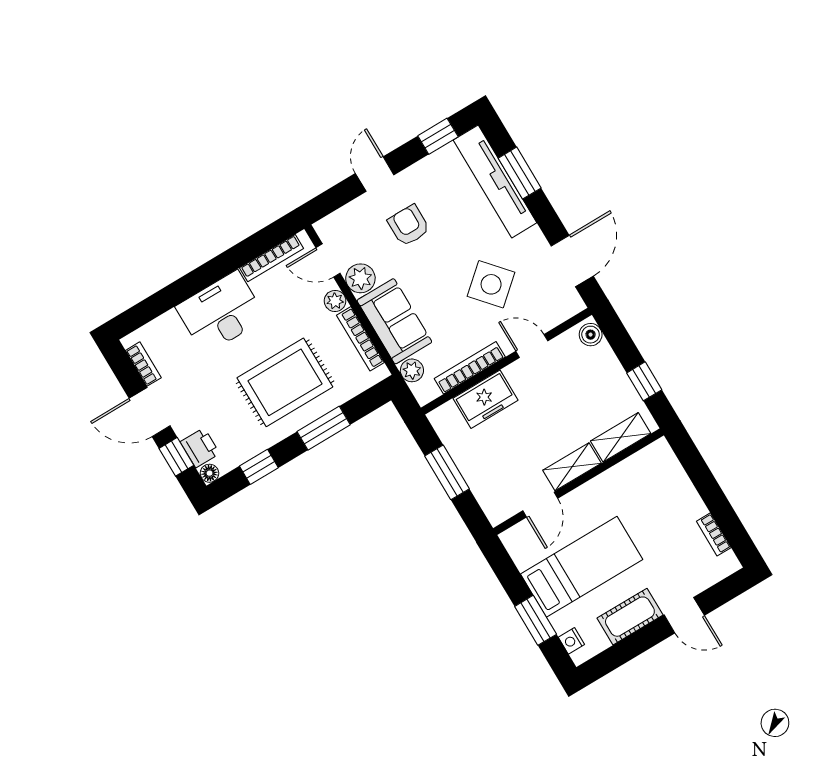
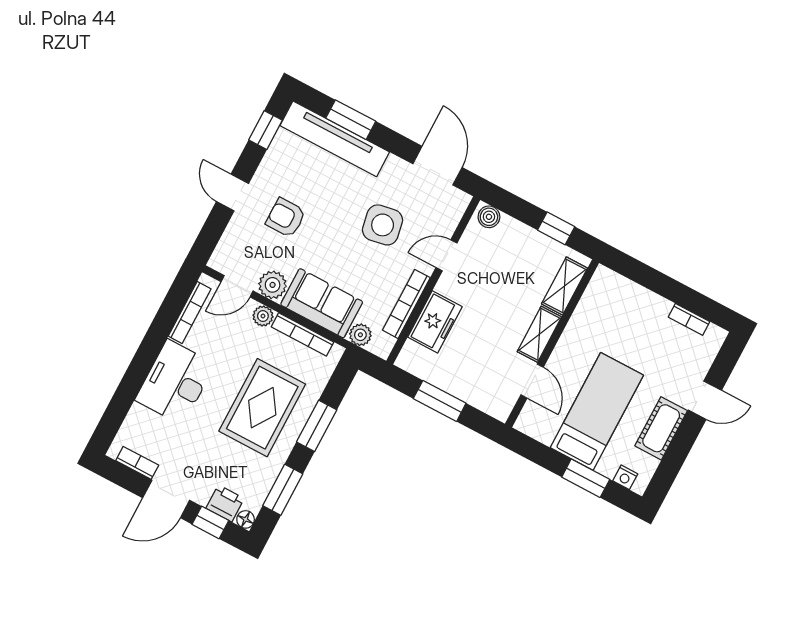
side table: (491, 284) -> (383, 225), turned 31
window: (259, 467) -> (283, 490), width x1.50

